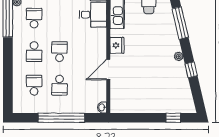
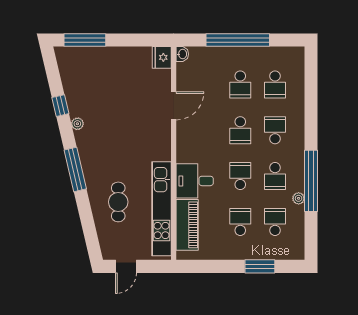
school desk: (60, 18) -> (240, 176), added
fridge: (117, 45) -> (162, 57), moved
school desk: (60, 85) -> (240, 84), turned 180
window: (173, 118) -> (85, 40), width x2.17

